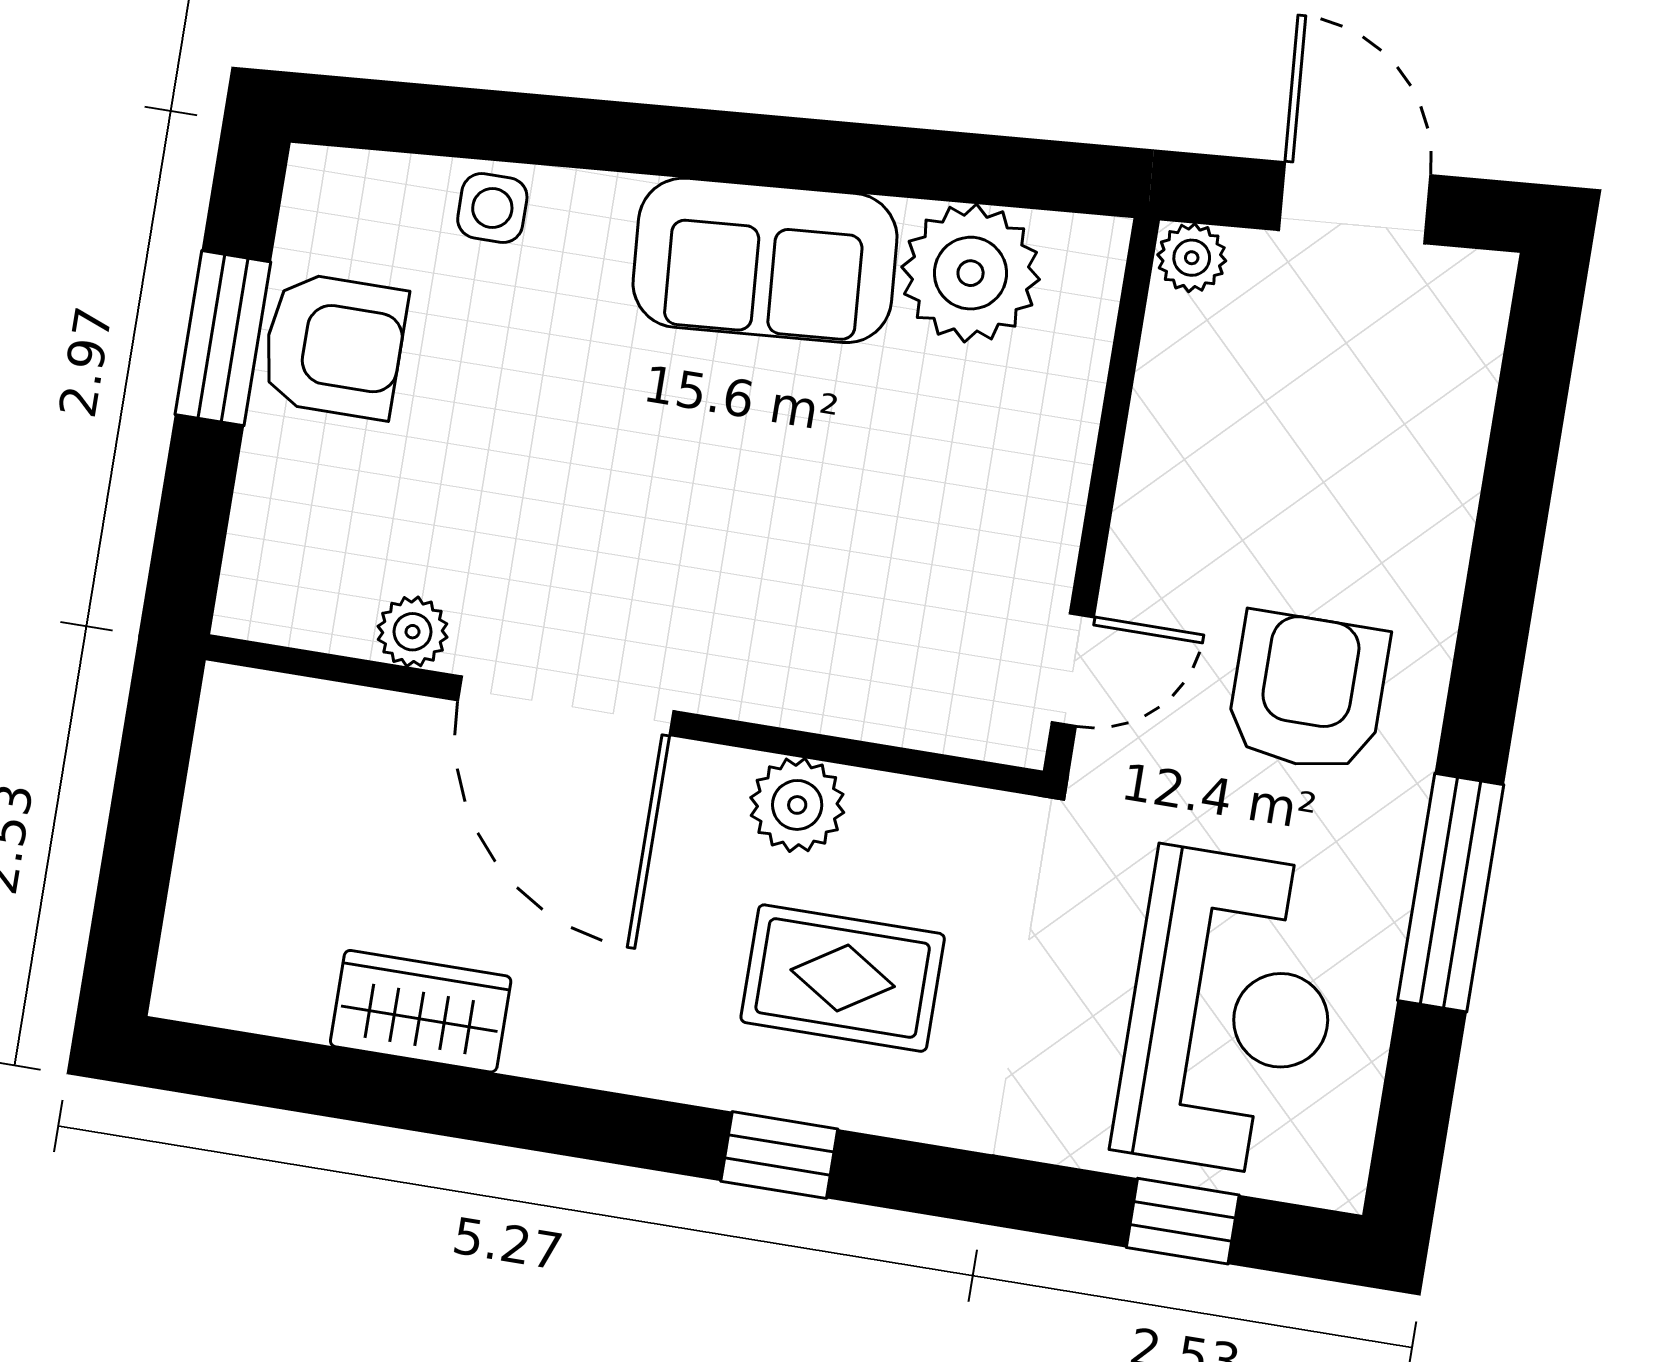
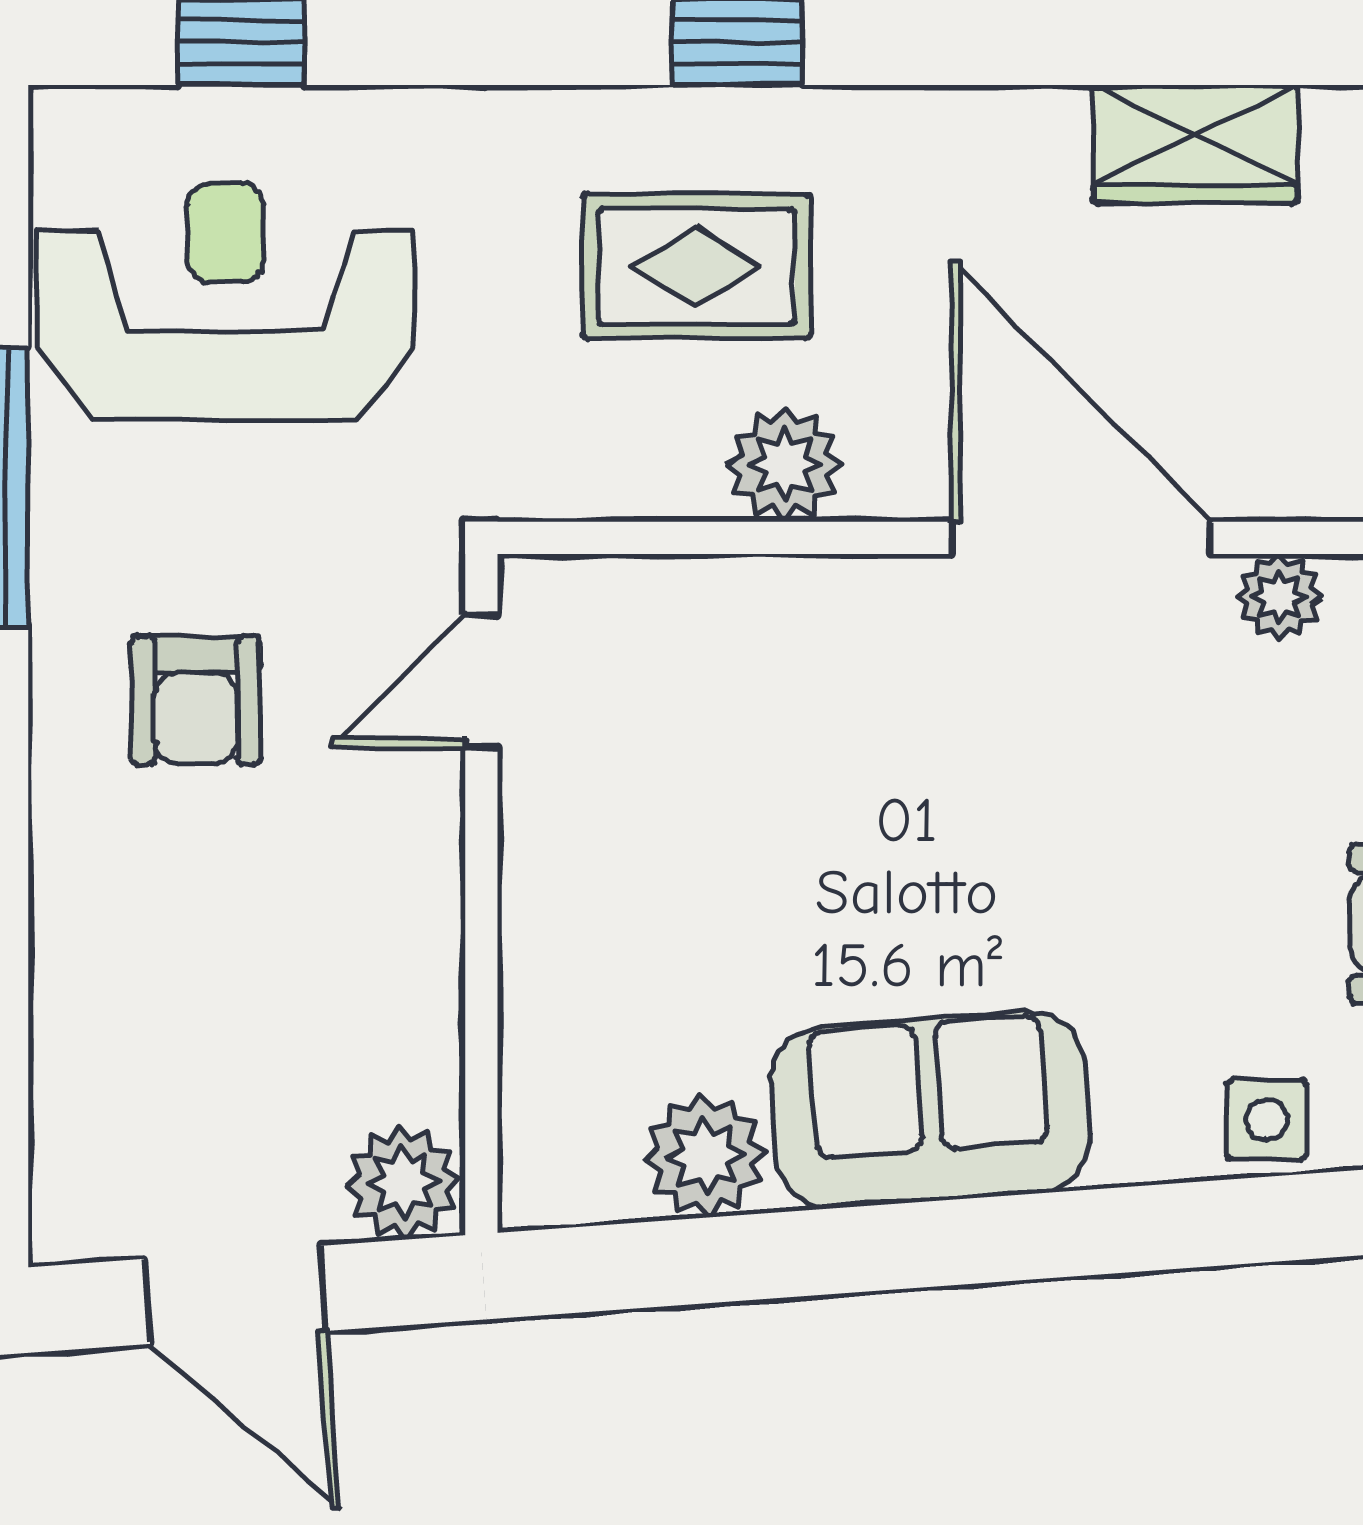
plant: (1192, 258) -> (403, 1183), width x1.38, depth x1.38
plant: (971, 273) -> (705, 1156), width x0.73, depth x0.73
armchair: (1308, 692) -> (196, 700), width x0.72, depth x0.72
reception desk: (1231, 1012) -> (225, 302), turned 90

